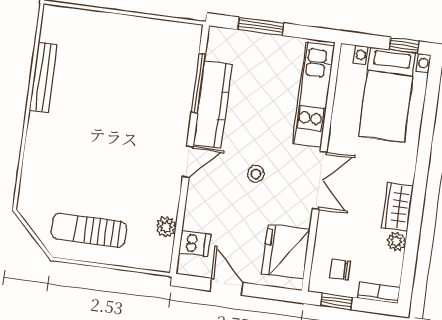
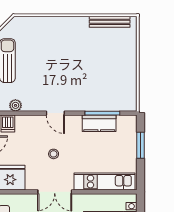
bench: (43, 77) -> (110, 22), moved
kitchen counter: (213, 104) -> (99, 123), width x0.67

